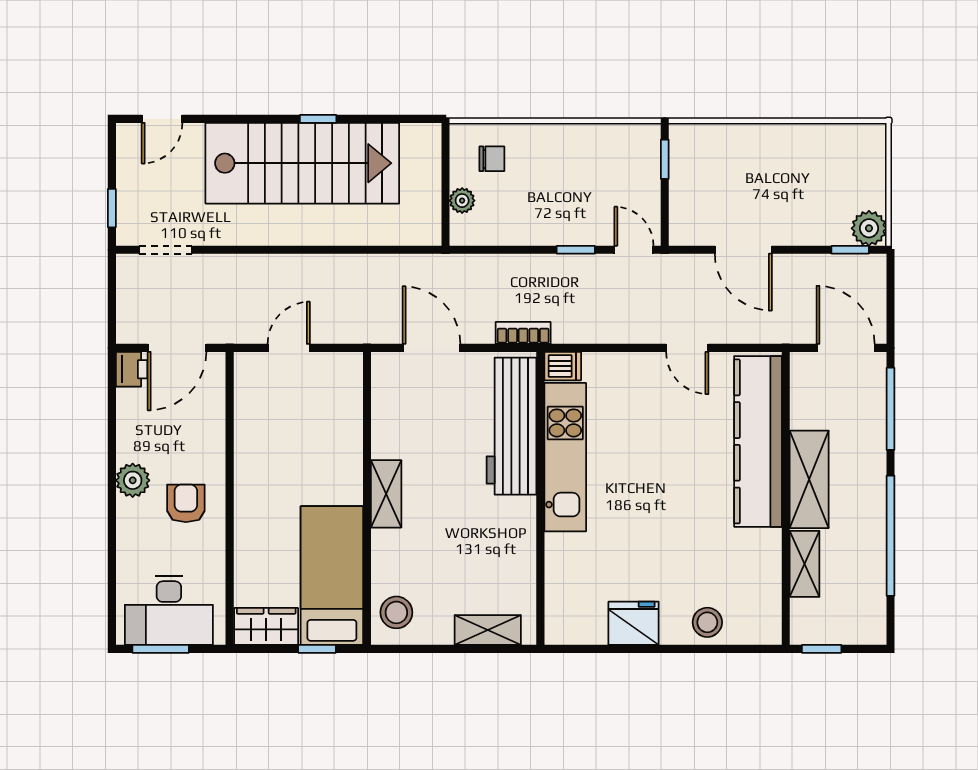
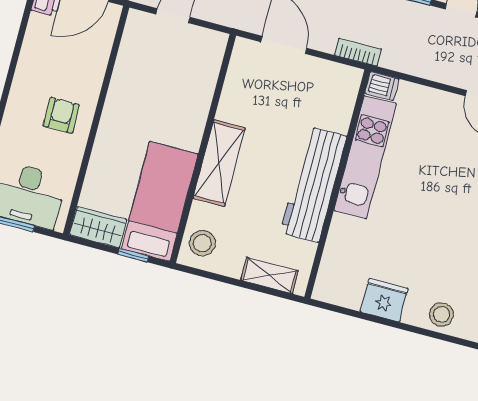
workbench: (511, 426) -> (313, 184), moved
plant: (133, 480) -> (25, 86), removed
shelving: (386, 494) -> (219, 163), width x1.50, depth x1.33

